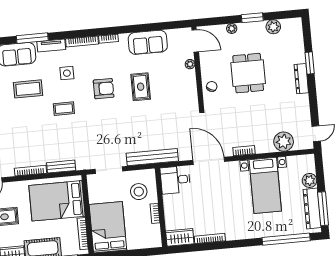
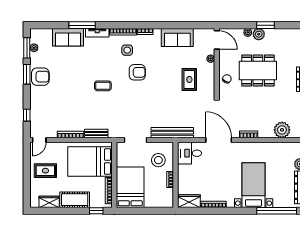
plant: (273, 27) -> (259, 34), moved
side table: (67, 73) -> (127, 50), moved
dining table: (248, 73) -> (258, 71), width x1.38
rug: (141, 87) -> (189, 80), moved
coffee table: (28, 89) -> (75, 67), removed
bed with nightstands: (265, 185) -> (254, 185), moved, turned 180

